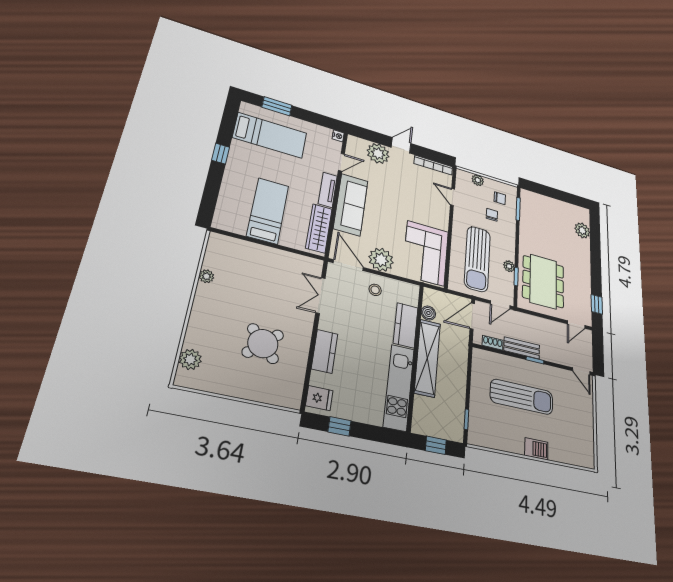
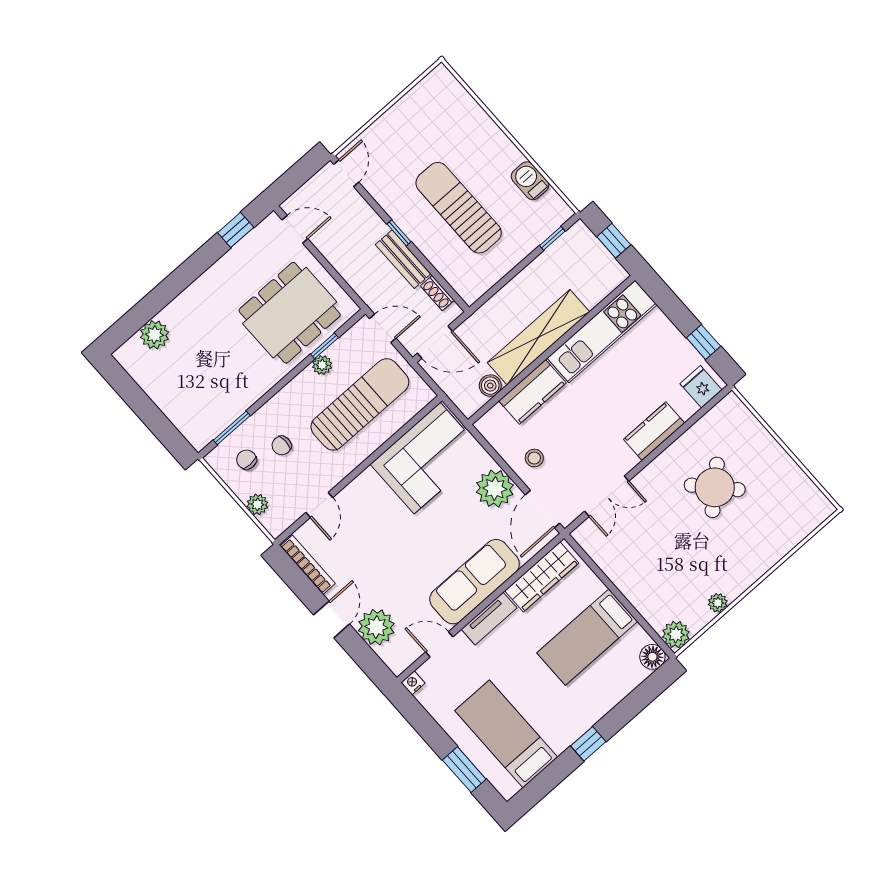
door: (401, 145) -> (331, 619), swing flipped
floor lamp: (222, 222) -> (652, 657), added
plant: (190, 359) -> (676, 634), moved
barbecue: (536, 449) -> (530, 181), moved

